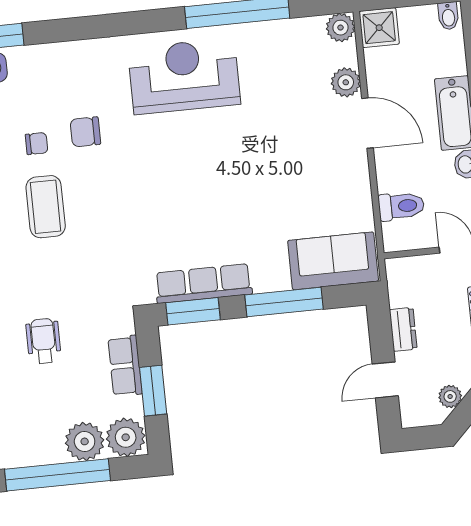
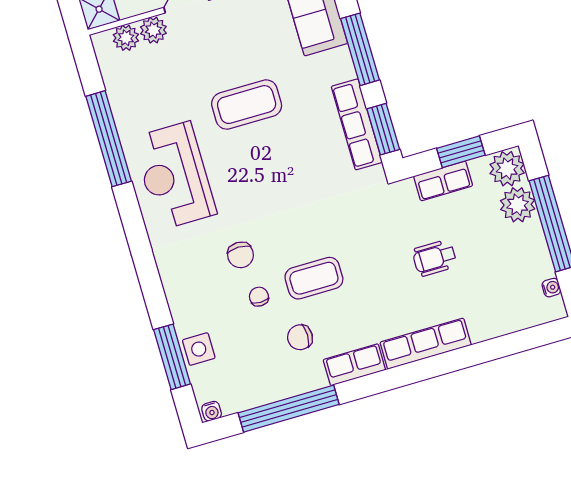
plant: (341, 28) -> (126, 38), moved
coffee table: (247, 168) -> (247, 105), added

